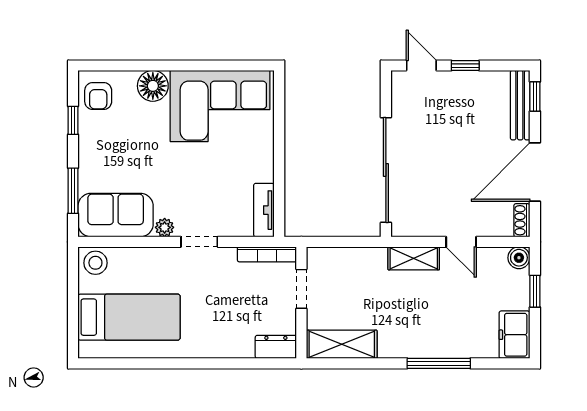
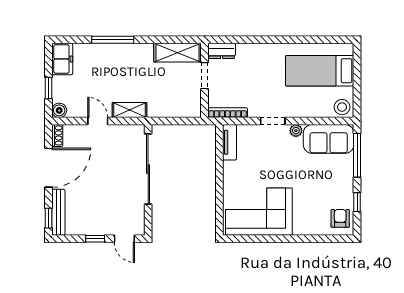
floor lamp: (153, 86) -> (304, 225), removed
window: (73, 191) -> (357, 155), width x1.44
doorway: (301, 289) -> (204, 76), moved

